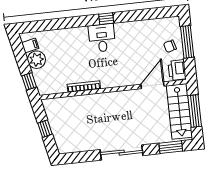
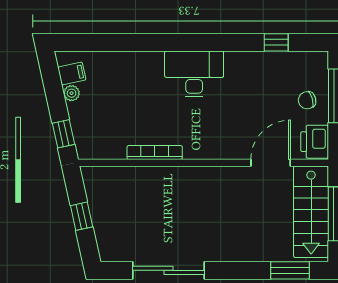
window: (106, 19) -> (276, 42), moved
desk: (102, 38) -> (194, 74), width x1.37
plant: (36, 60) -> (72, 93), width x0.53, depth x0.53
sliding door: (122, 153) -> (169, 270), moved

